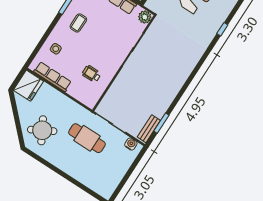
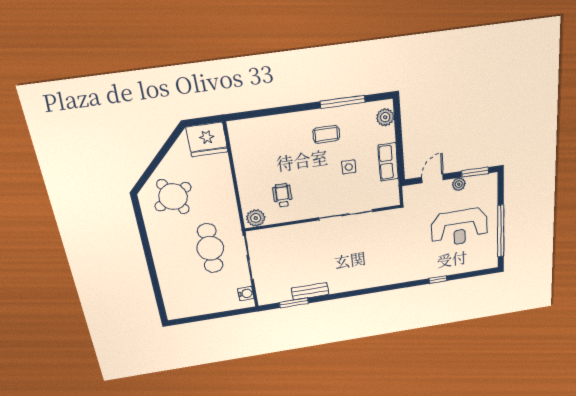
plant: (145, 17) -> (256, 218), moved
side table: (56, 49) -> (349, 167), moved
row of seats: (53, 77) -> (242, 157), removed
bench: (149, 129) -> (310, 291), moved

